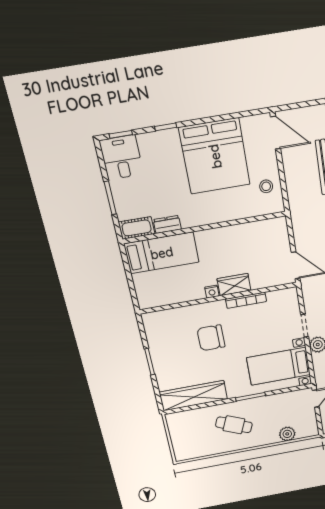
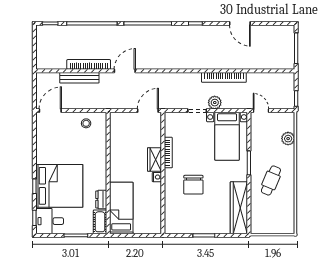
bed: (215, 156) -> (59, 186), moved

